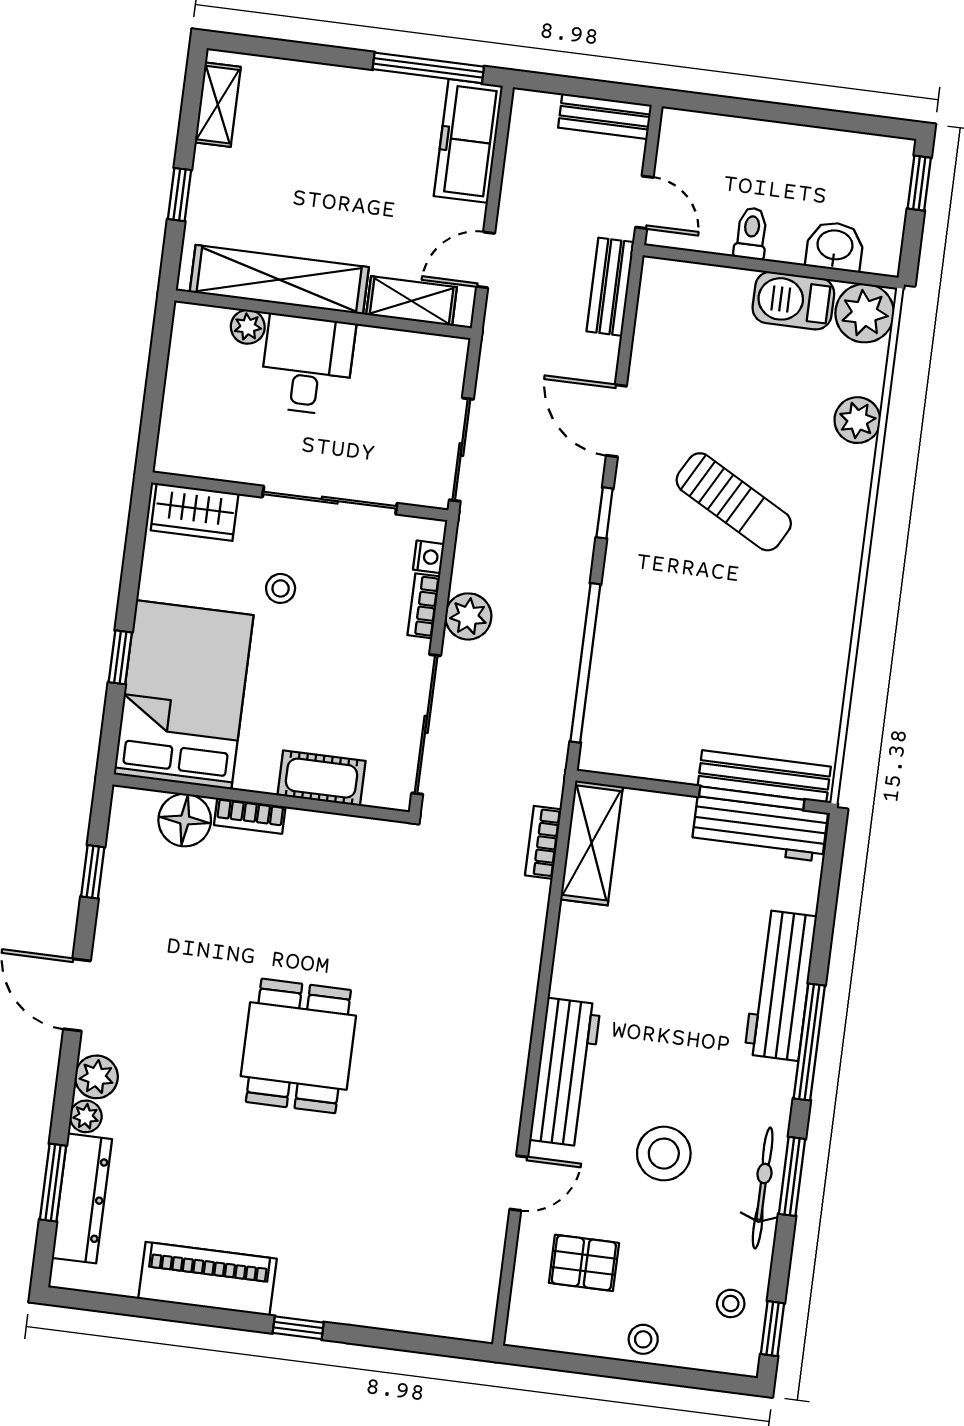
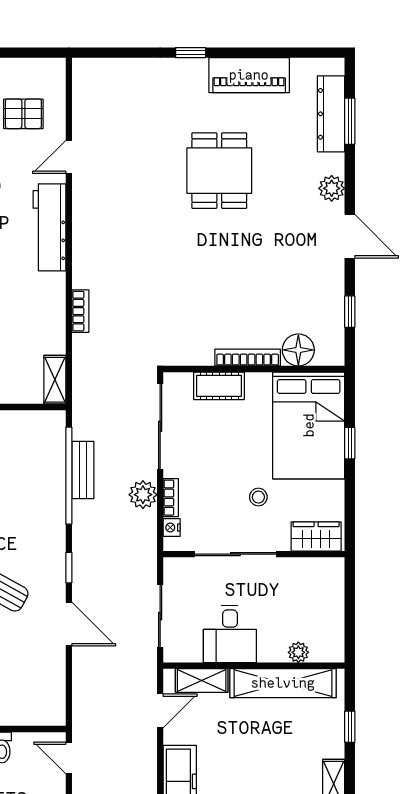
bench: (610, 287) -> (83, 470), moved
desk: (307, 365) -> (230, 634), moved
sliding door: (461, 450) -> (160, 616), moved
bookcase: (250, 816) -> (248, 358), width x1.56
bookcase: (543, 842) -> (80, 311), moved
shelving: (592, 843) -> (55, 380), width x0.67, depth x0.75
dining table: (298, 1046) -> (219, 171), moved
plant: (86, 1116) -> (335, 164), removed

